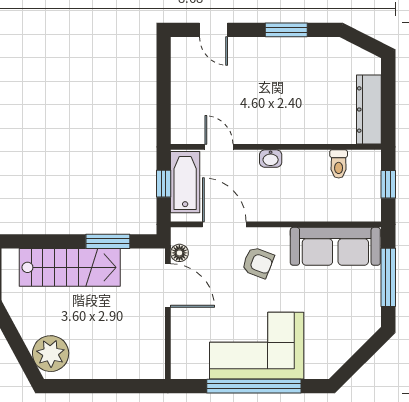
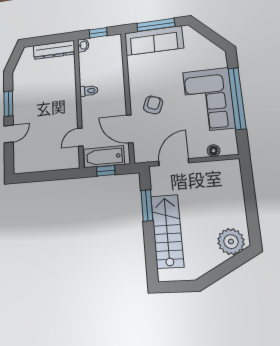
door: (214, 30) -> (9, 134), moved
washbasin: (271, 159) -> (83, 45), moved
toilet: (339, 164) -> (89, 91), moved
door: (224, 224) -> (130, 129), hinge flipped
sofa: (335, 246) -> (154, 41), moved, turned 90
floor lamp: (179, 253) -> (214, 151), moved

